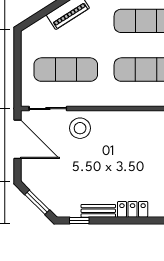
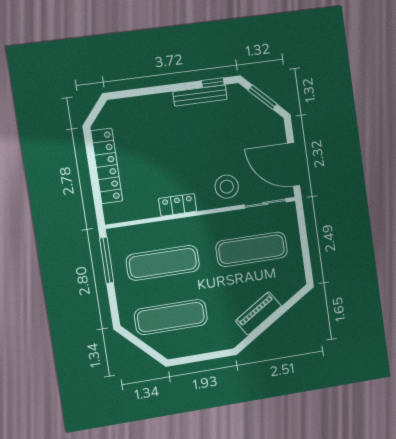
locker: (133, 209) -> (178, 205), moved, turned 180
bench: (98, 211) -> (200, 95), width x1.36

